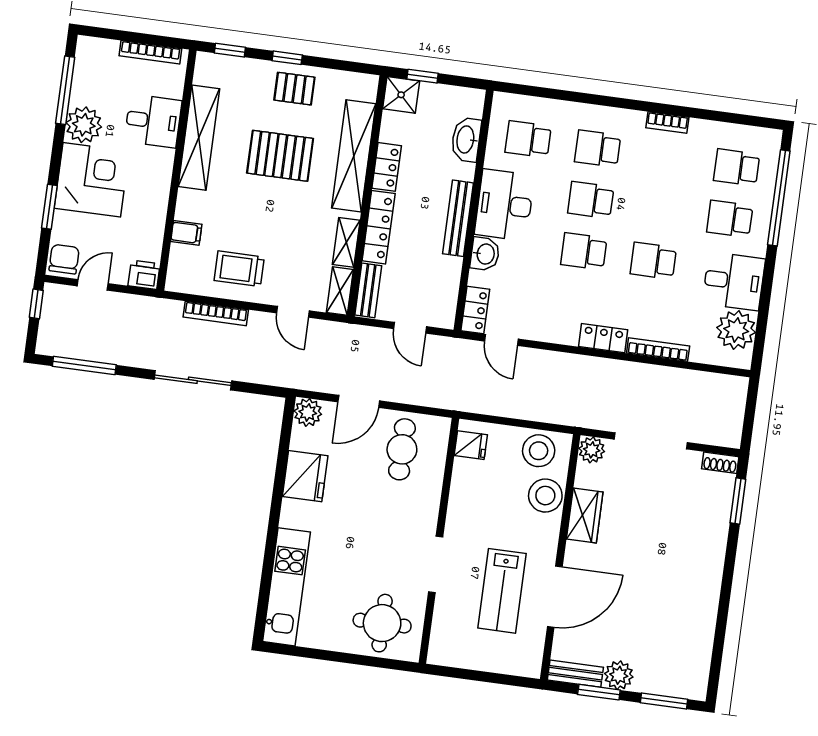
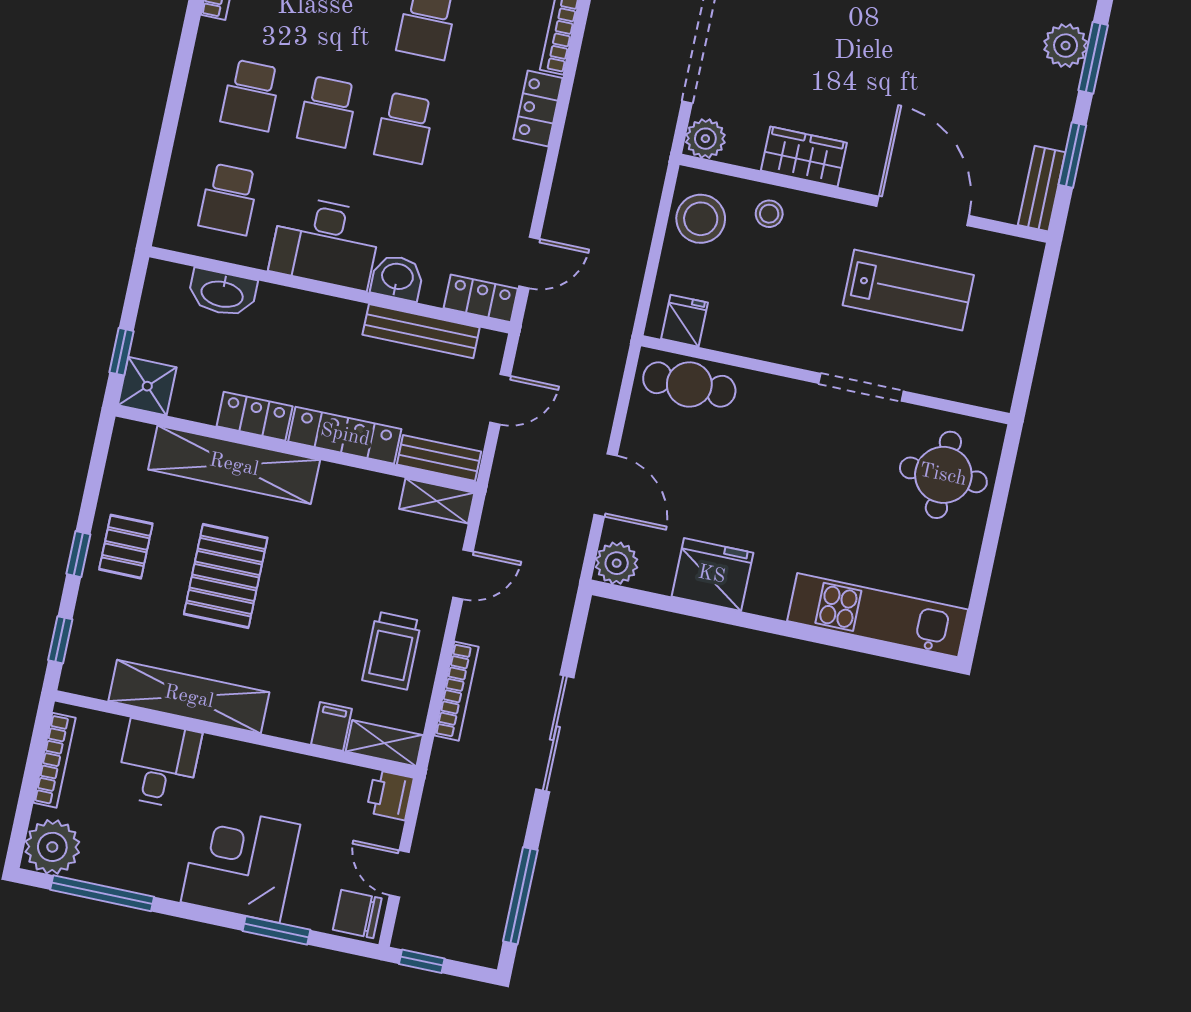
plant: (84, 125) -> (52, 847), moved
bench: (458, 218) -> (421, 331), moved
shelving: (346, 242) -> (384, 743), moved
cafe table: (402, 449) -> (689, 384), moved
stool: (545, 496) -> (769, 214), width x0.53, depth x0.53
plant: (619, 675) -> (1066, 46), moved

